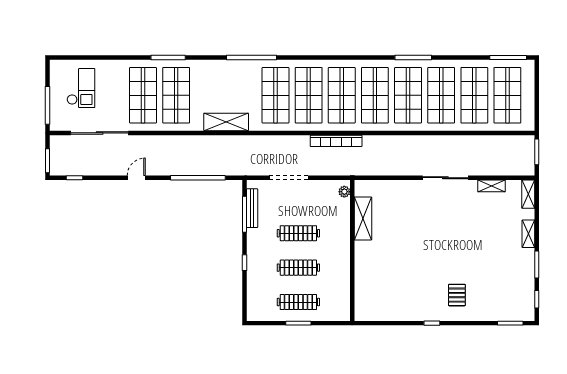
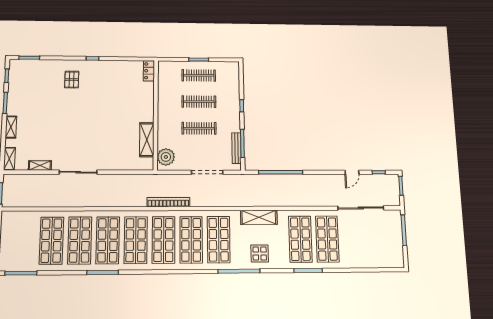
display table: (226, 78) -> (260, 253), added
checkout: (81, 88) -> (378, 245), removed
shop shelf: (507, 95) -> (23, 241), removed
door: (136, 178) -> (352, 172), moved
plant: (344, 192) -> (166, 157), width x1.87, depth x1.87
locker: (361, 307) -> (149, 71), added

